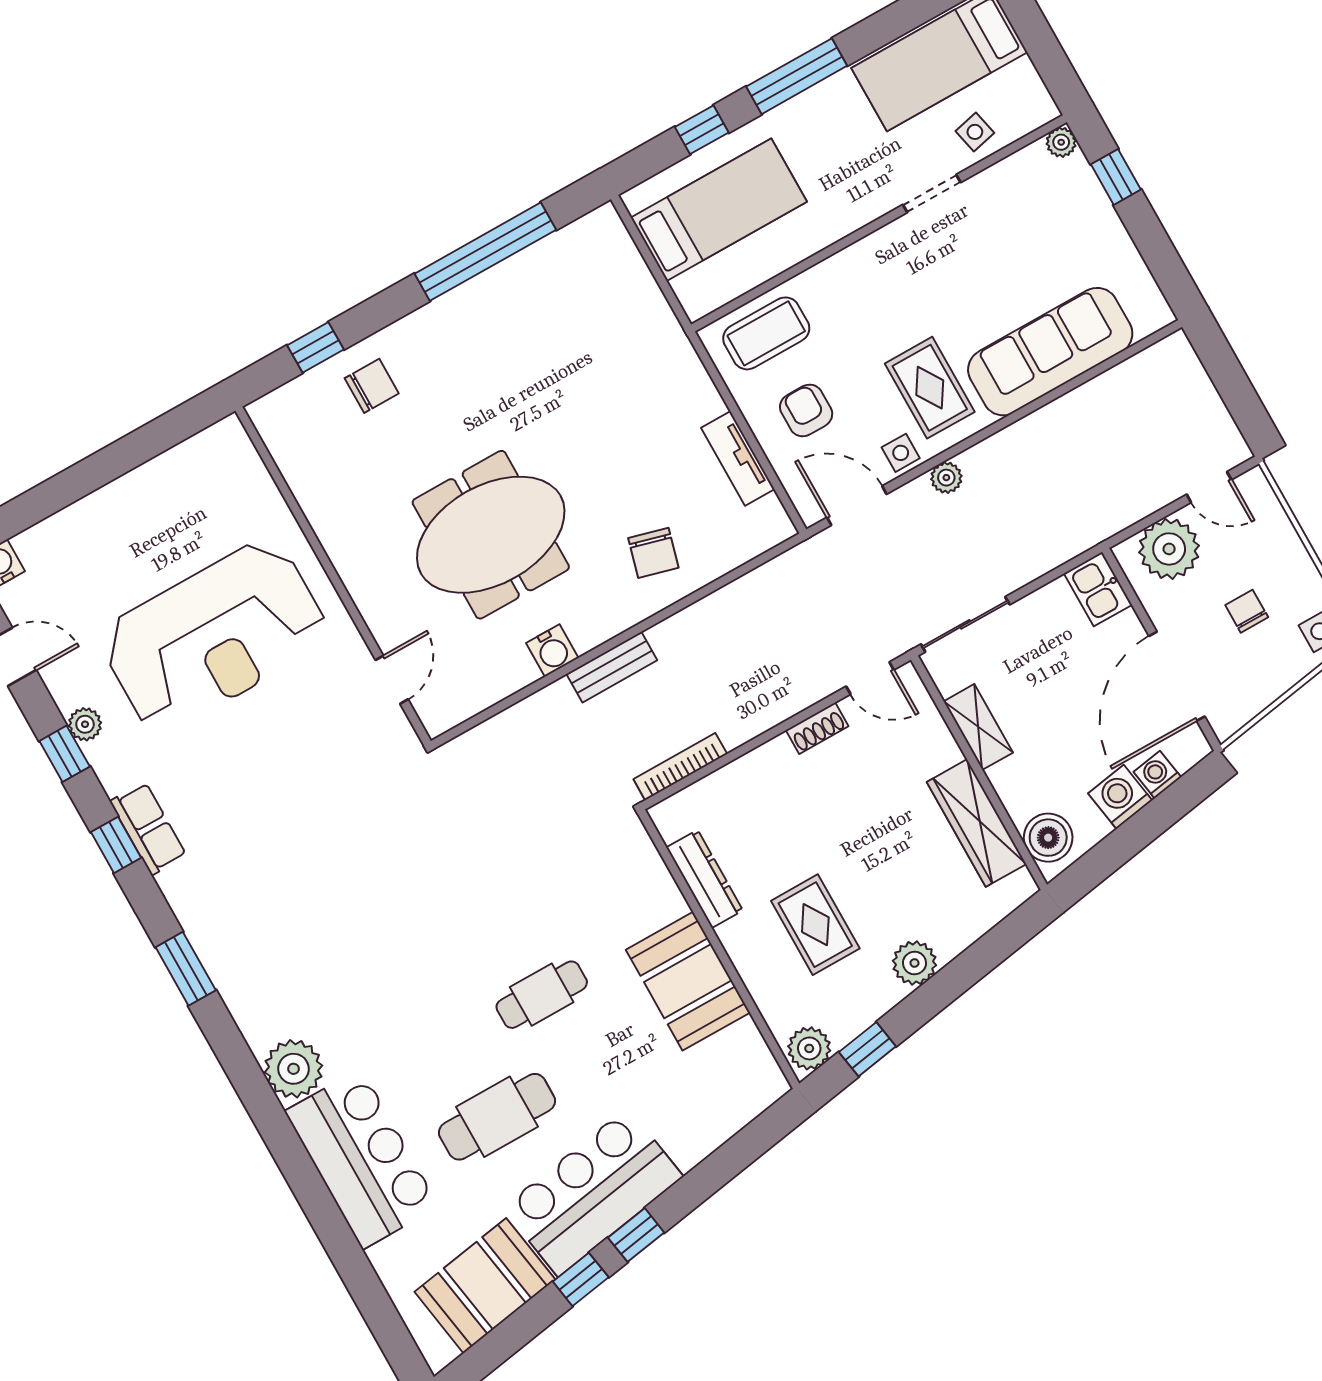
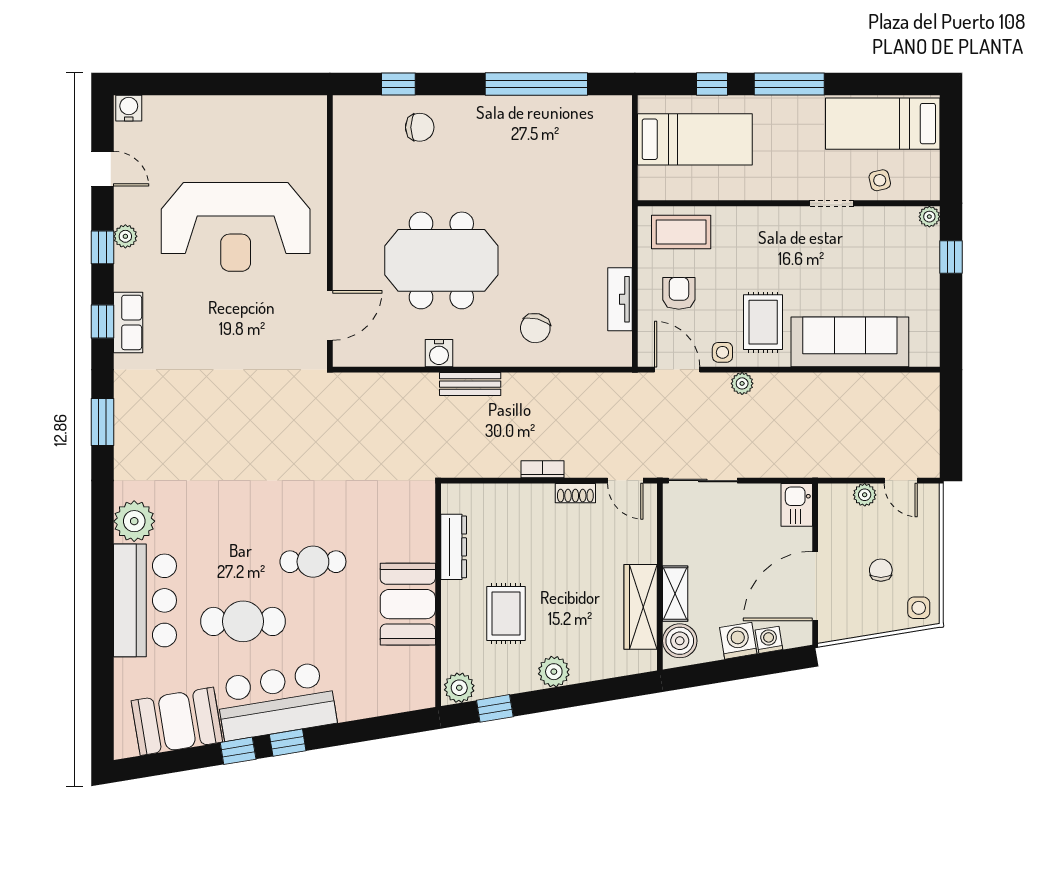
plant: (1169, 549) -> (865, 495), width x0.53, depth x0.53
door: (392, 680) -> (330, 315), width x1.38
shelving: (978, 727) -> (675, 594), moved
bookcase: (680, 767) -> (543, 469), moved, width x0.64

